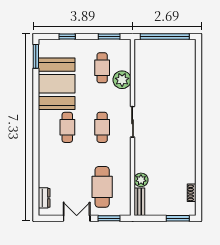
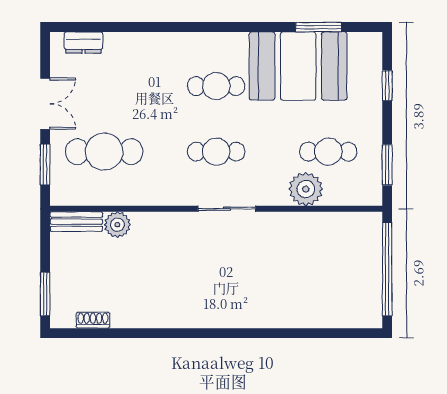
window: (36, 56) -> (319, 27), moved

